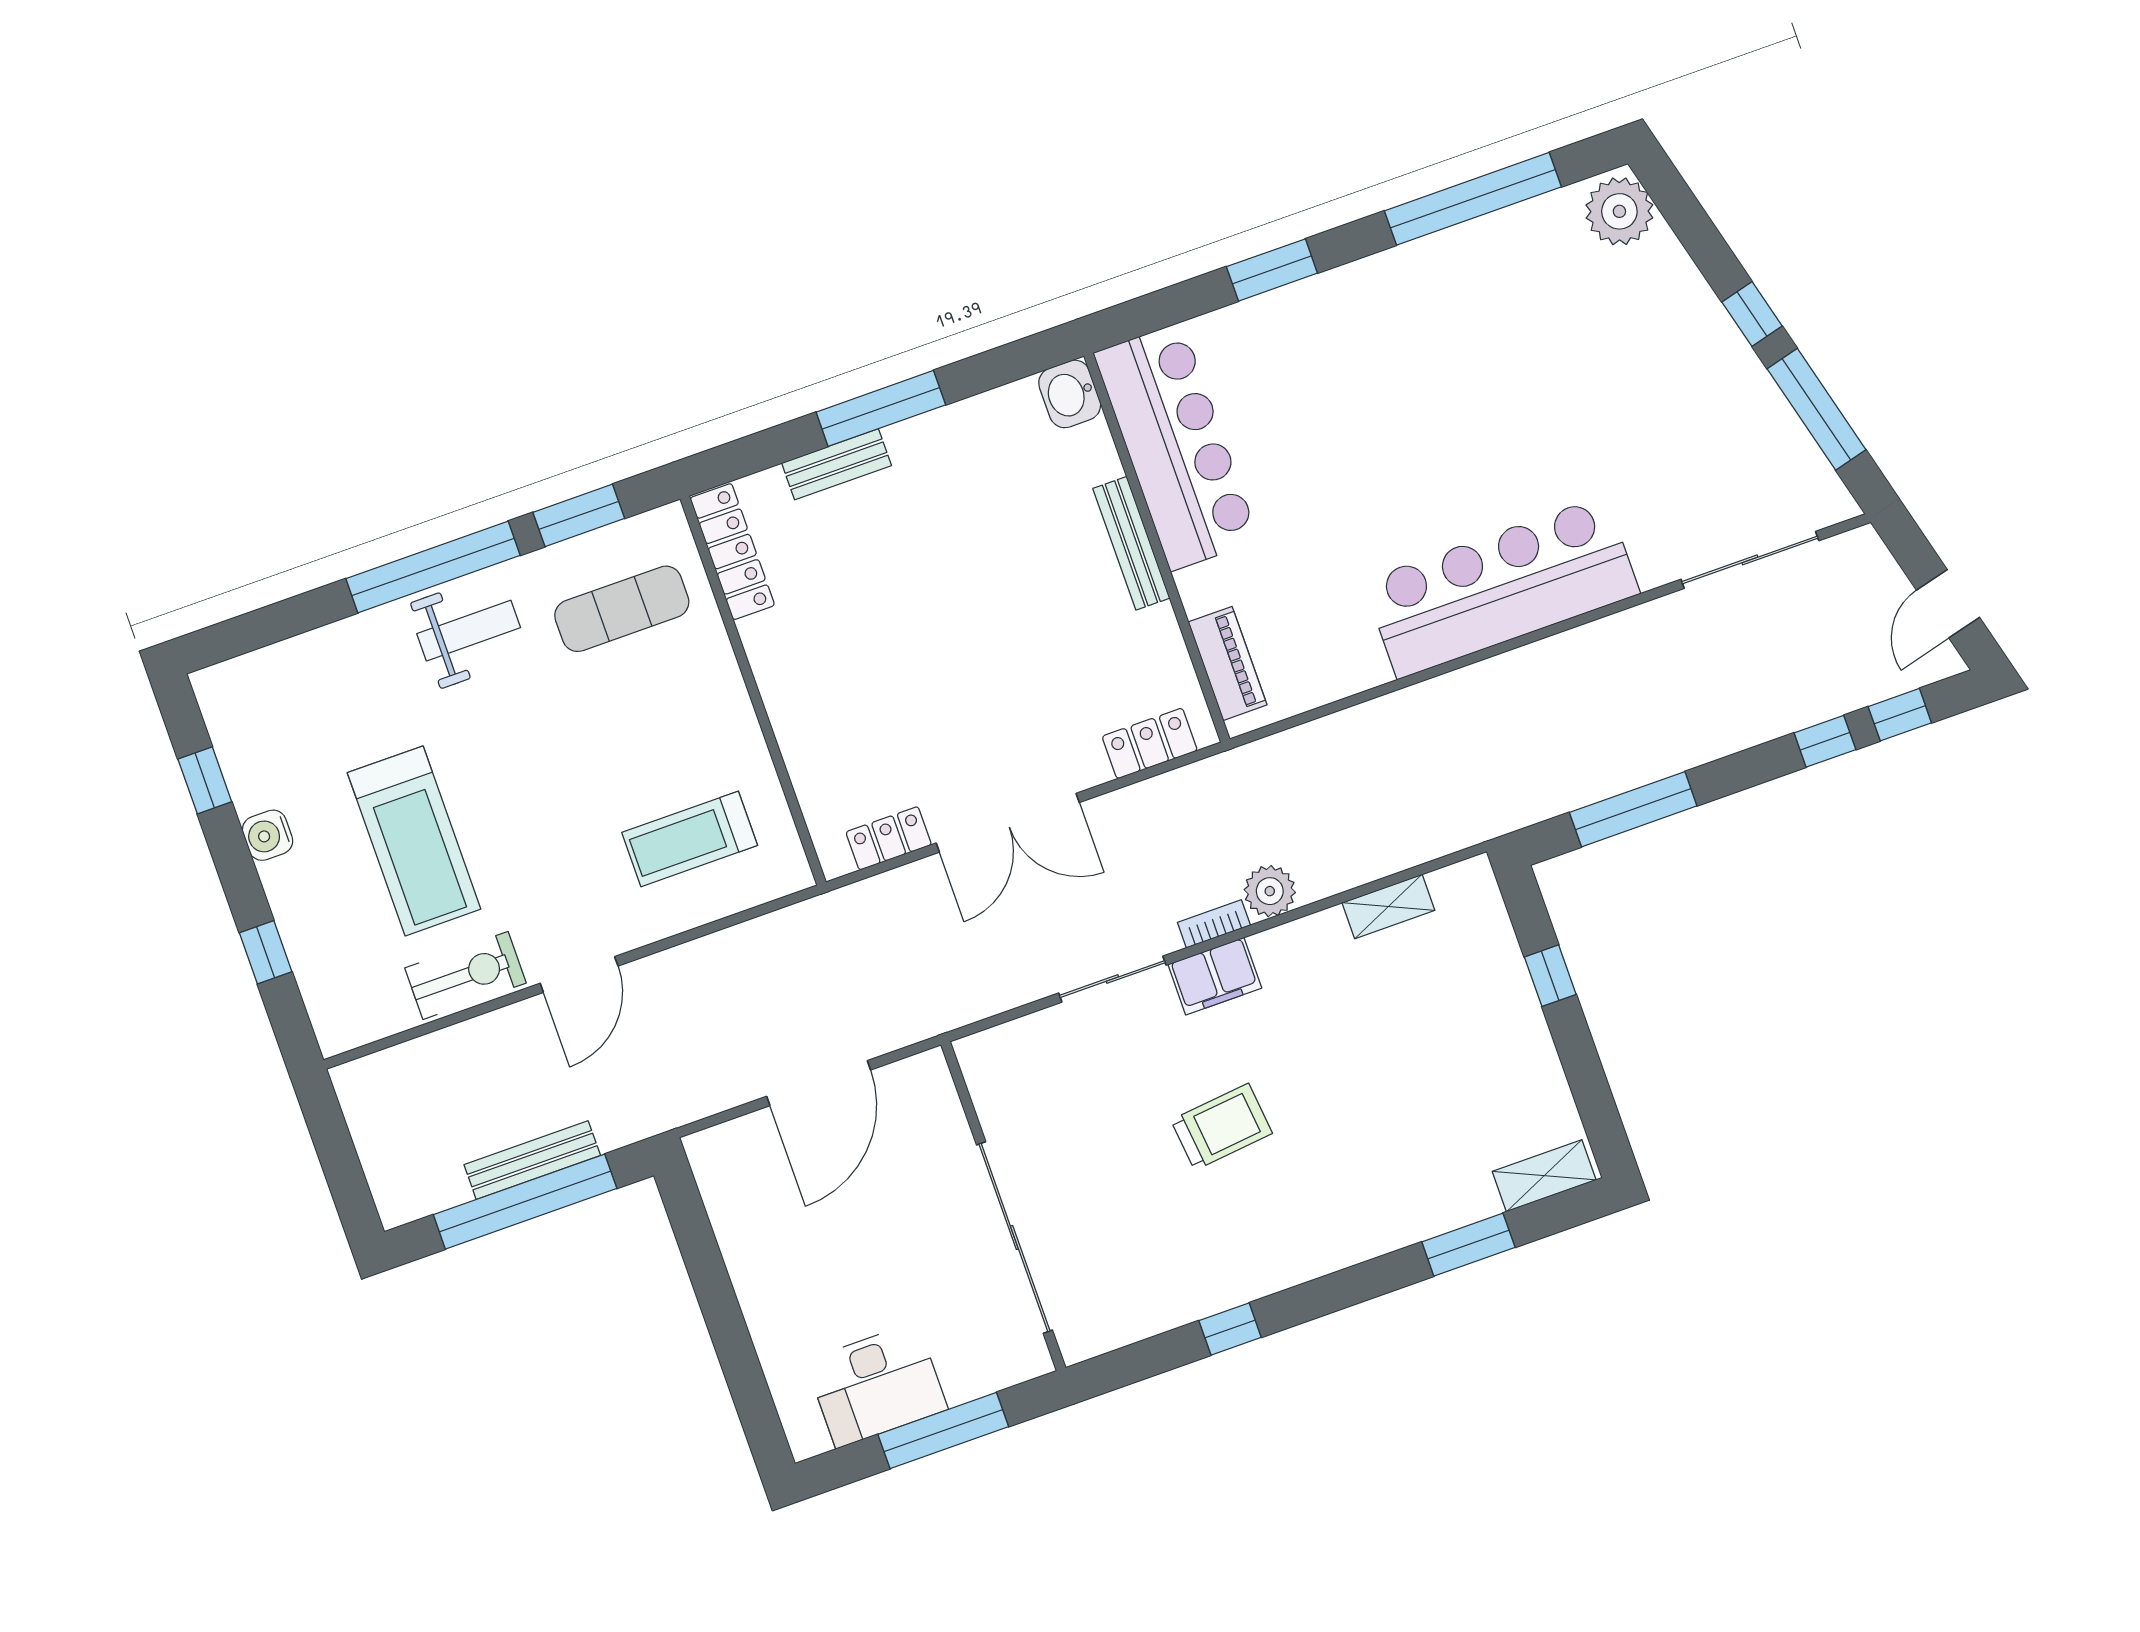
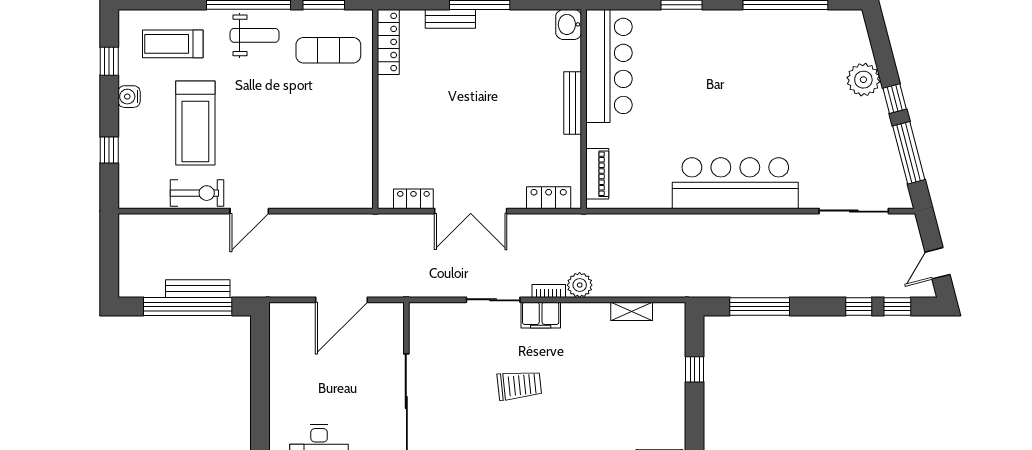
plant: (1619, 211) -> (863, 80), moved
treadmill: (690, 839) -> (173, 44), moved

